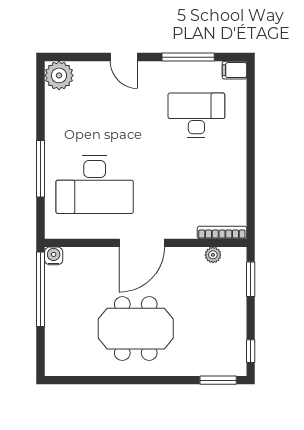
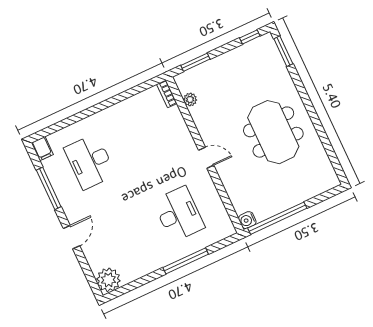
desk: (95, 185) -> (179, 214), width x0.73, depth x0.77
bookcase: (222, 232) -> (167, 94), width x0.64
door: (142, 243) -> (206, 158), width x0.53

